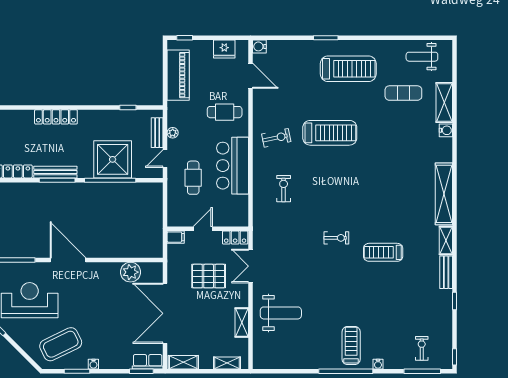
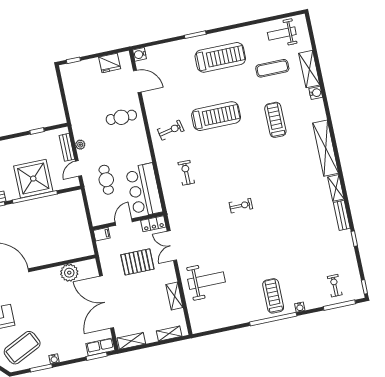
piano: (178, 75) -> (75, 94), removed
bar counter: (233, 166) -> (144, 190), moved
treadmill: (383, 252) -> (275, 120), moved, turned 90

